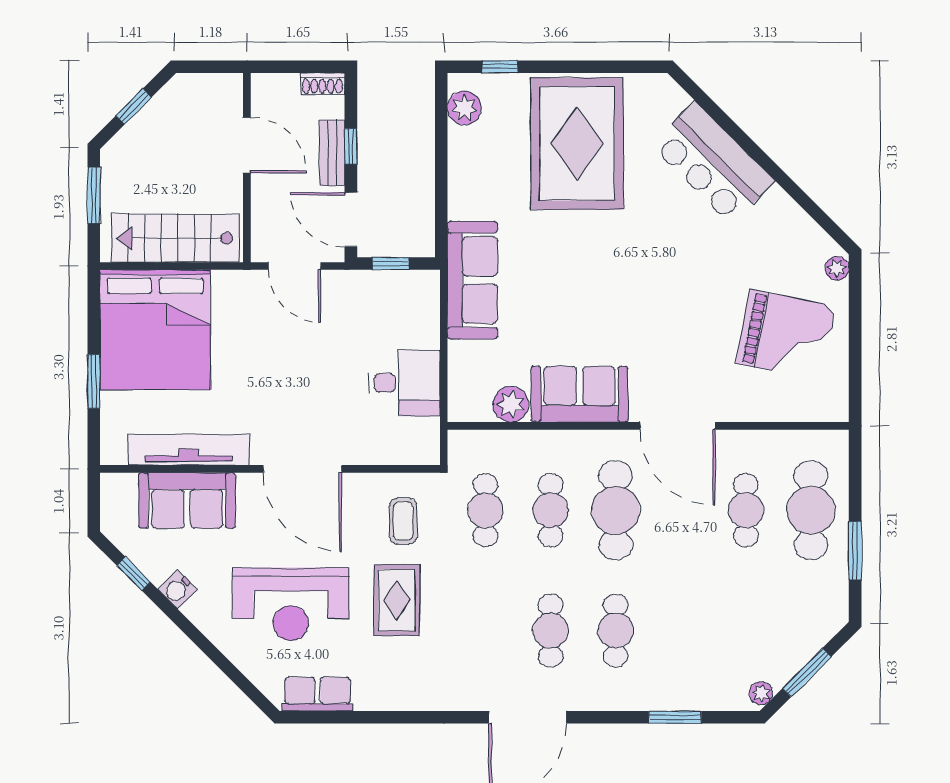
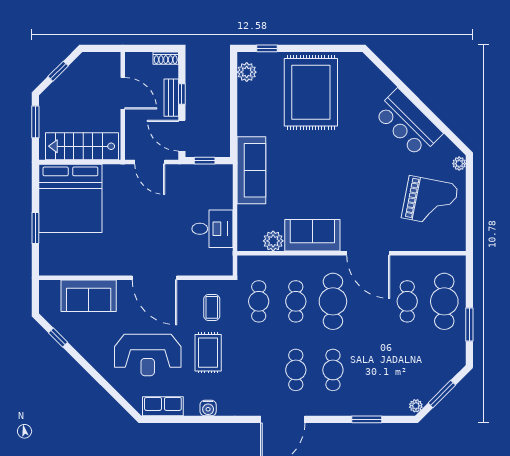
bar counter: (713, 163) -> (408, 123), moved
tv unit: (189, 450) -> (89, 267), removed
water cooler: (177, 589) -> (208, 408), moved, turned -45

